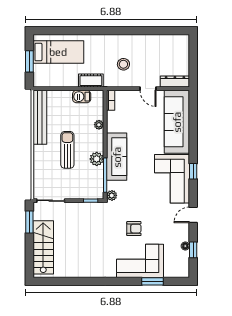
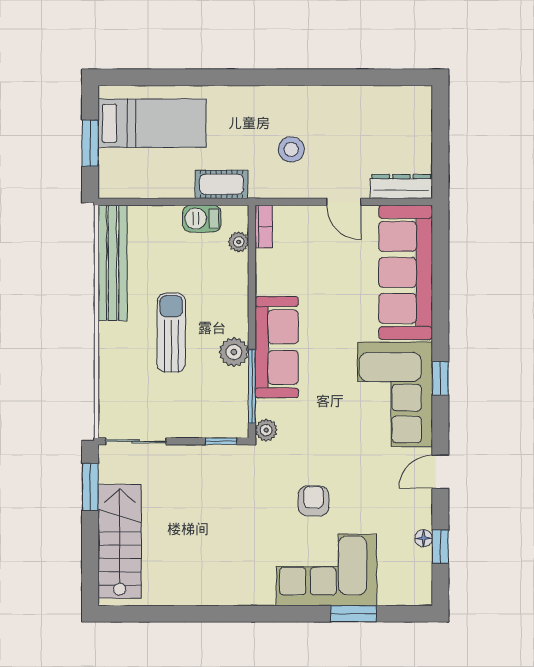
plant: (99, 125) -> (239, 242), moved
armchair: (134, 229) -> (314, 501), turned -90

